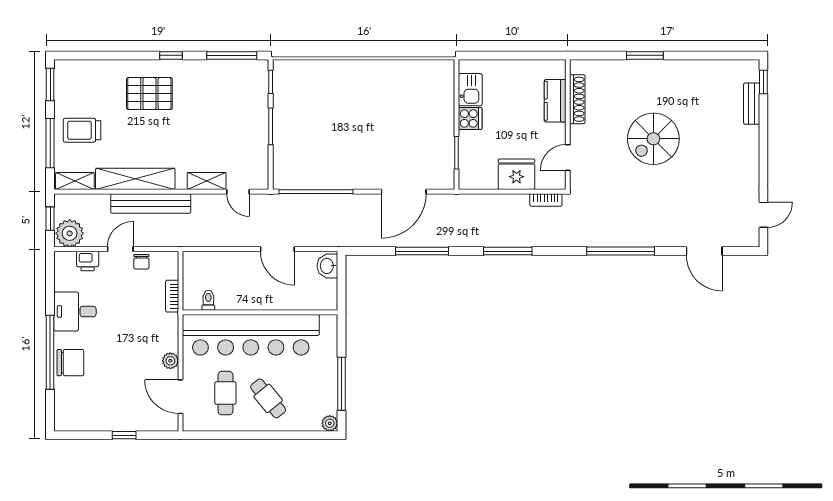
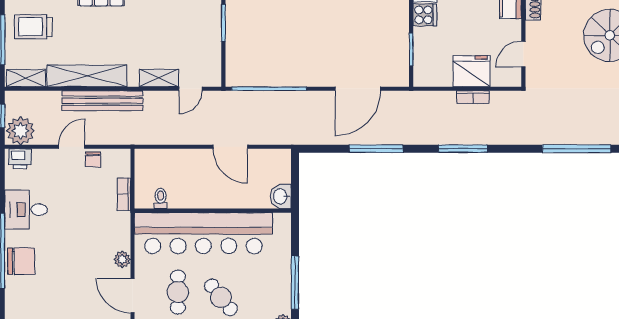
door: (238, 192) -> (190, 89), hinge flipped
bookcase: (546, 200) -> (473, 97), moved
printer: (88, 261) -> (20, 159), moved
washbasin: (327, 266) -> (281, 196), moved

